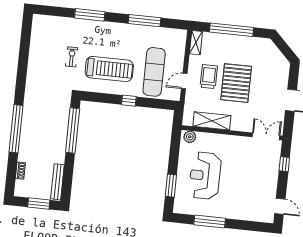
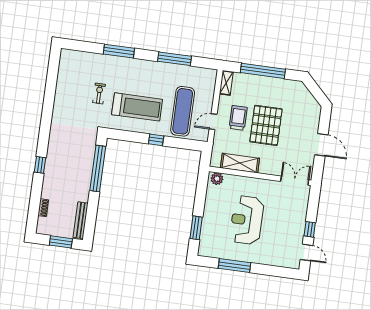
window: (16, 129) -> (40, 165), width x0.32
window: (284, 164) -> (310, 229), moved
reception desk: (205, 176) -> (247, 220), moved

